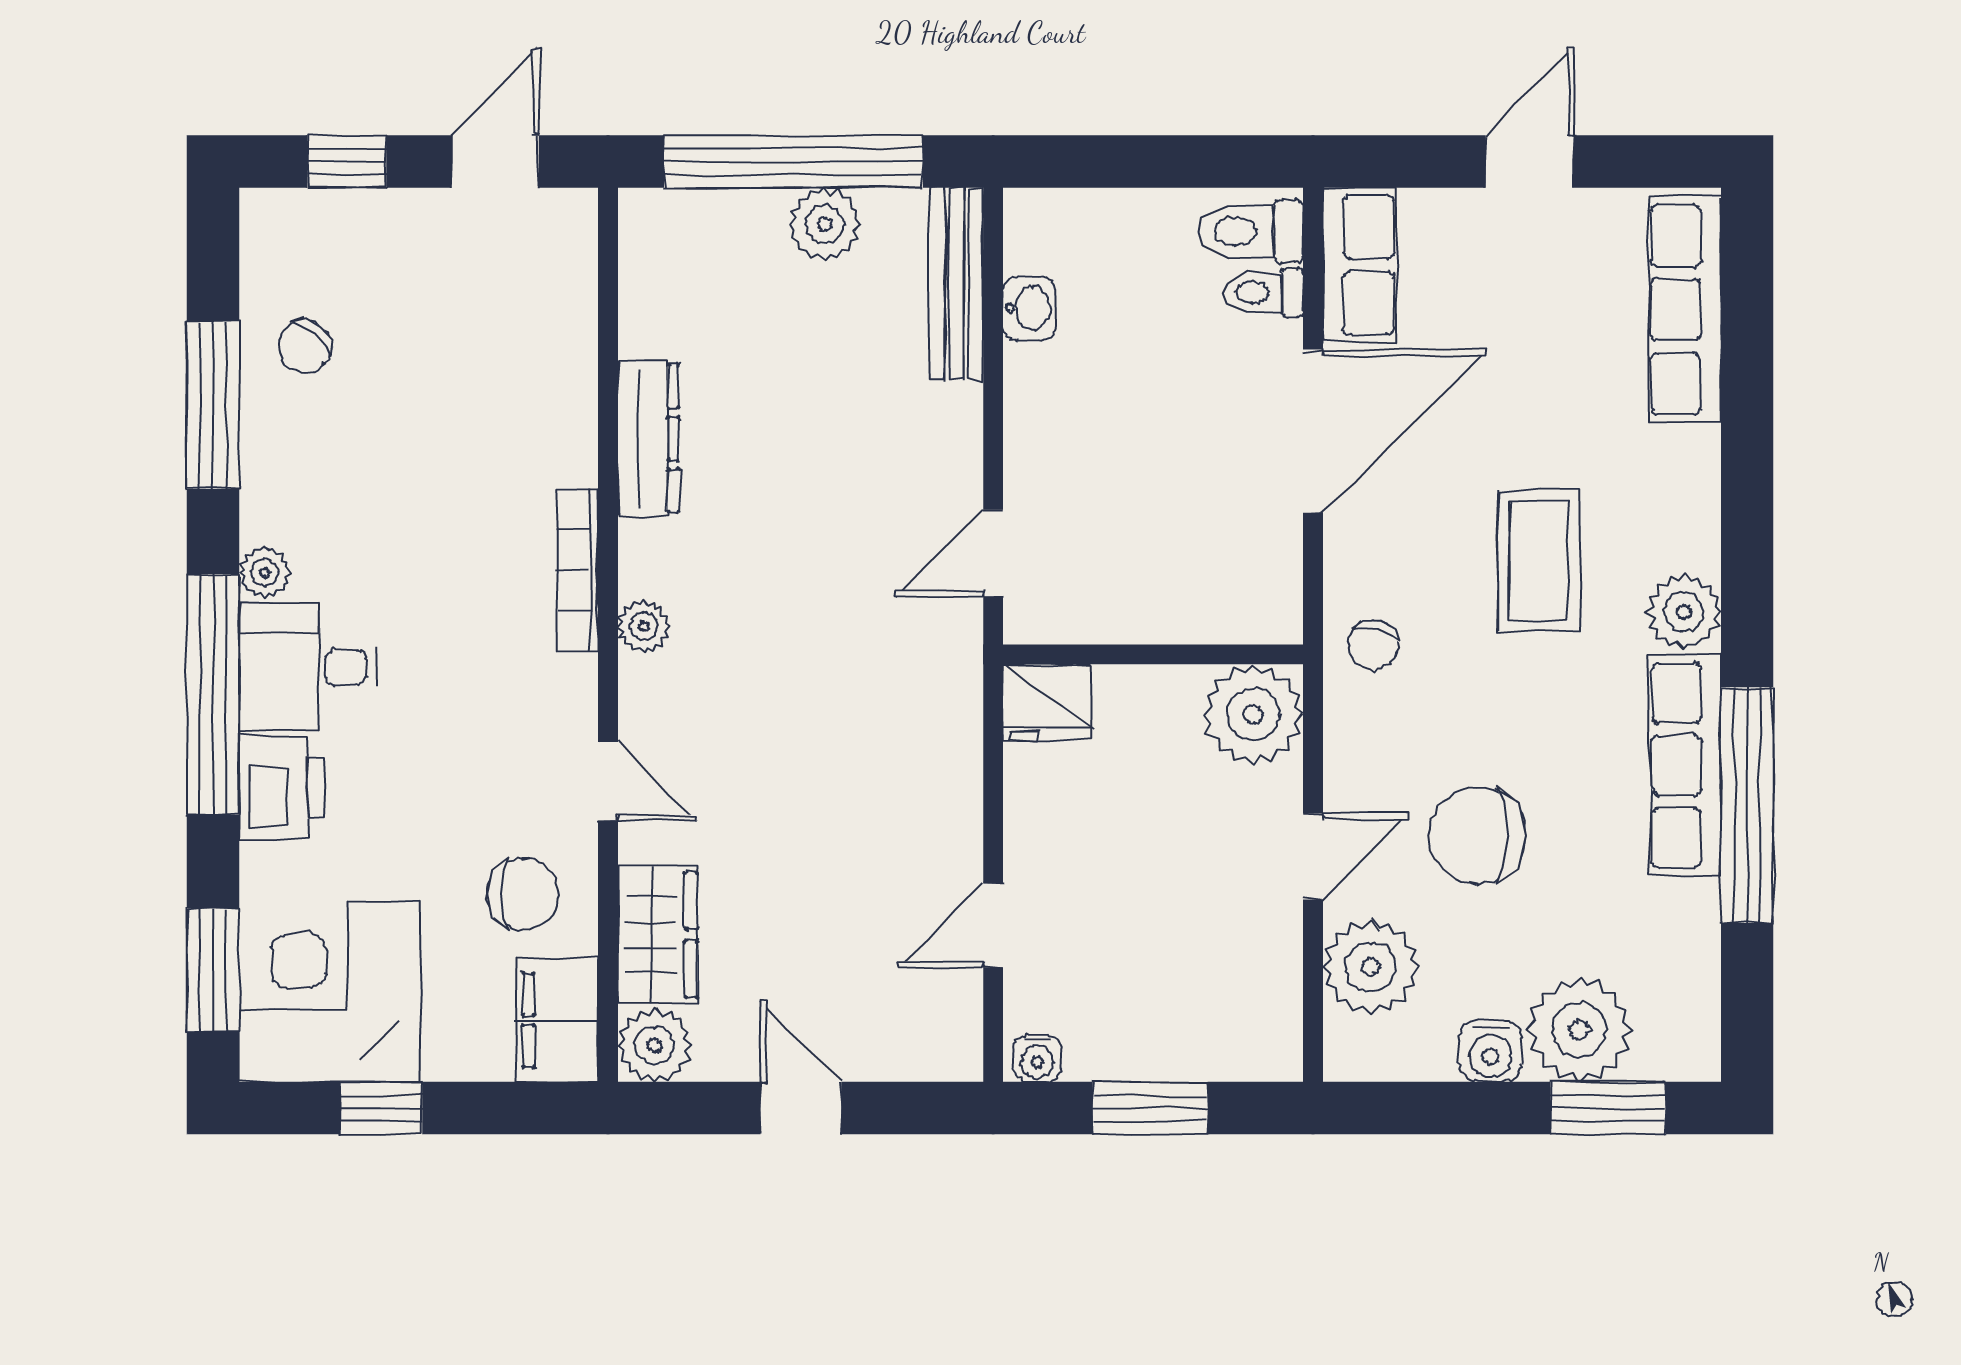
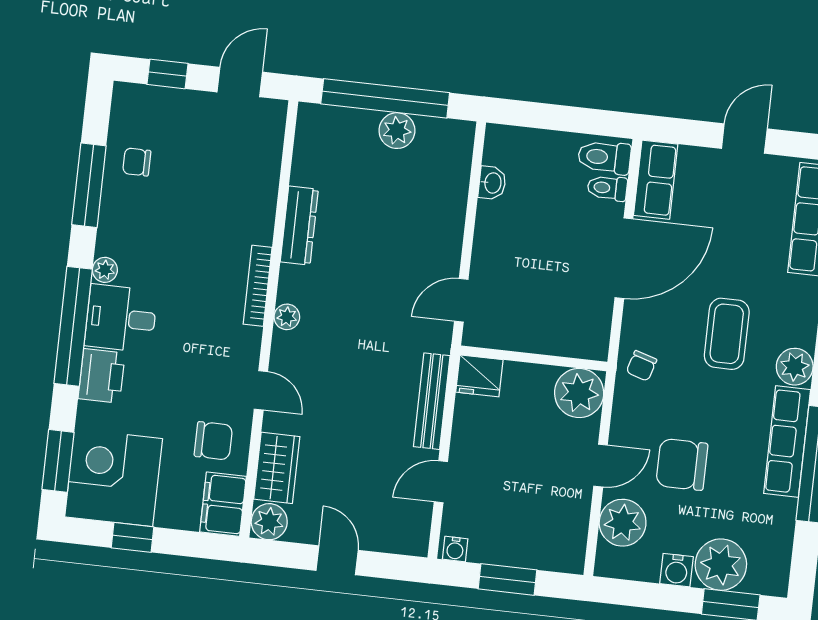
bench: (956, 284) -> (432, 401), moved
chair: (305, 347) -> (137, 162), turned 51

